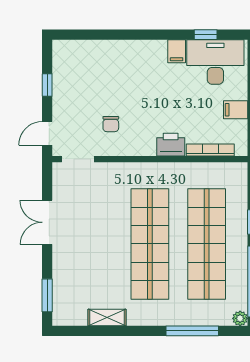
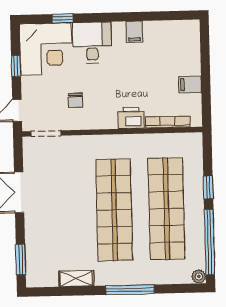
window: (206, 35) -> (63, 18), moved
desk: (215, 62) -> (92, 43), moved, width x0.73
corner desk: (80, 68) -> (46, 49), added
window: (192, 331) -> (130, 290), moved

